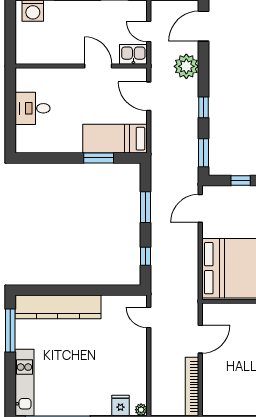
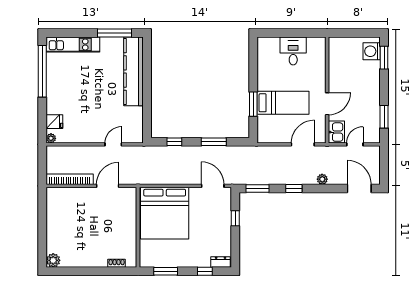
plant: (186, 66) -> (322, 179), width x0.53, depth x0.53
bed: (115, 139) -> (283, 103), moved, turned 90
door: (149, 318) -> (113, 144), moved
door: (200, 339) -> (108, 186), swing flipped

